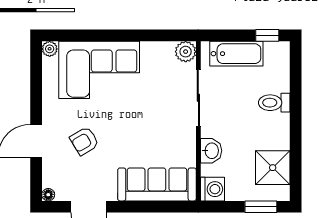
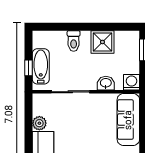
window: (267, 35) -> (29, 68), moved
plant: (186, 52) -> (39, 123), moved
shower: (273, 168) -> (102, 42), moved

